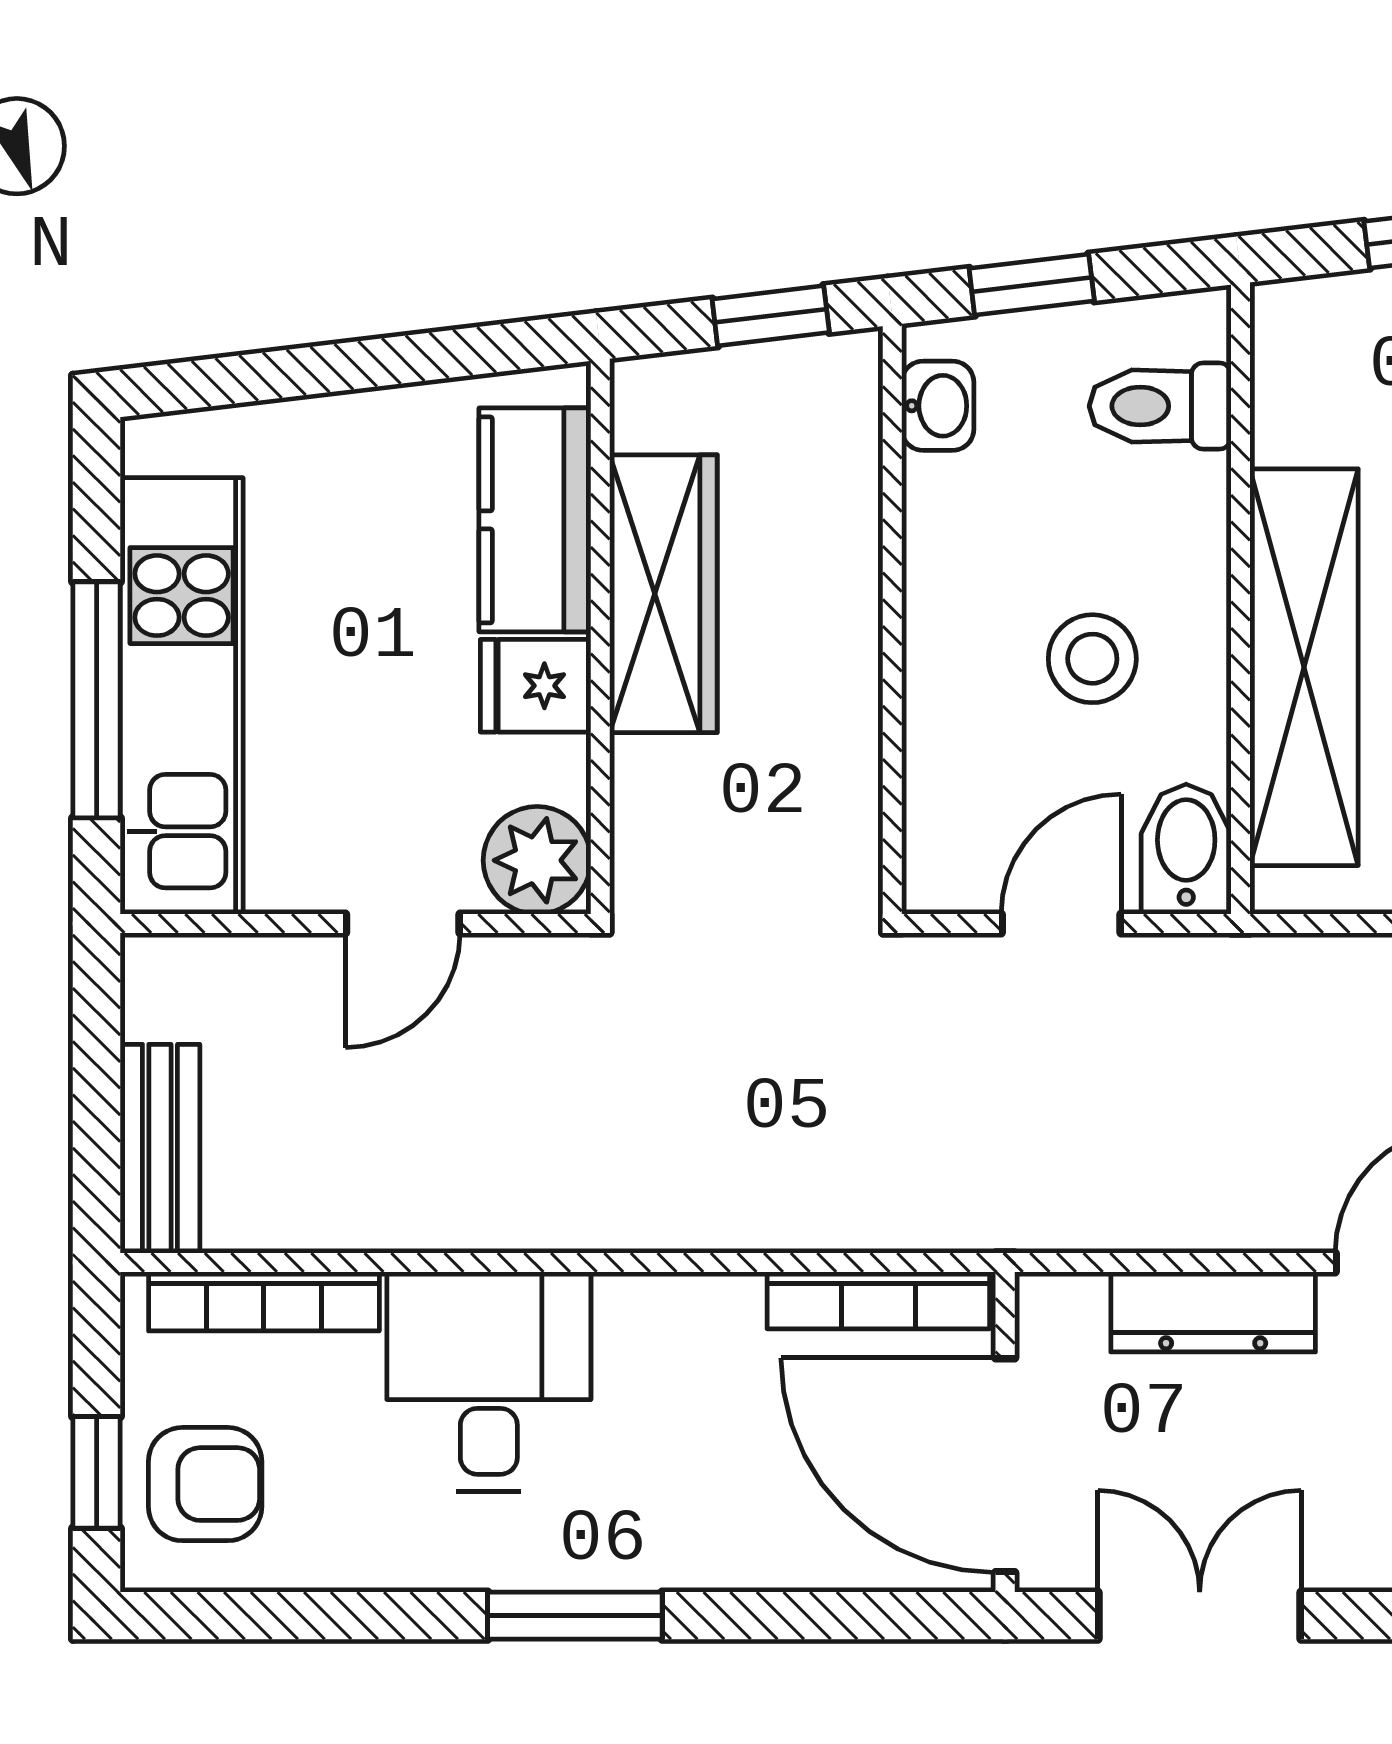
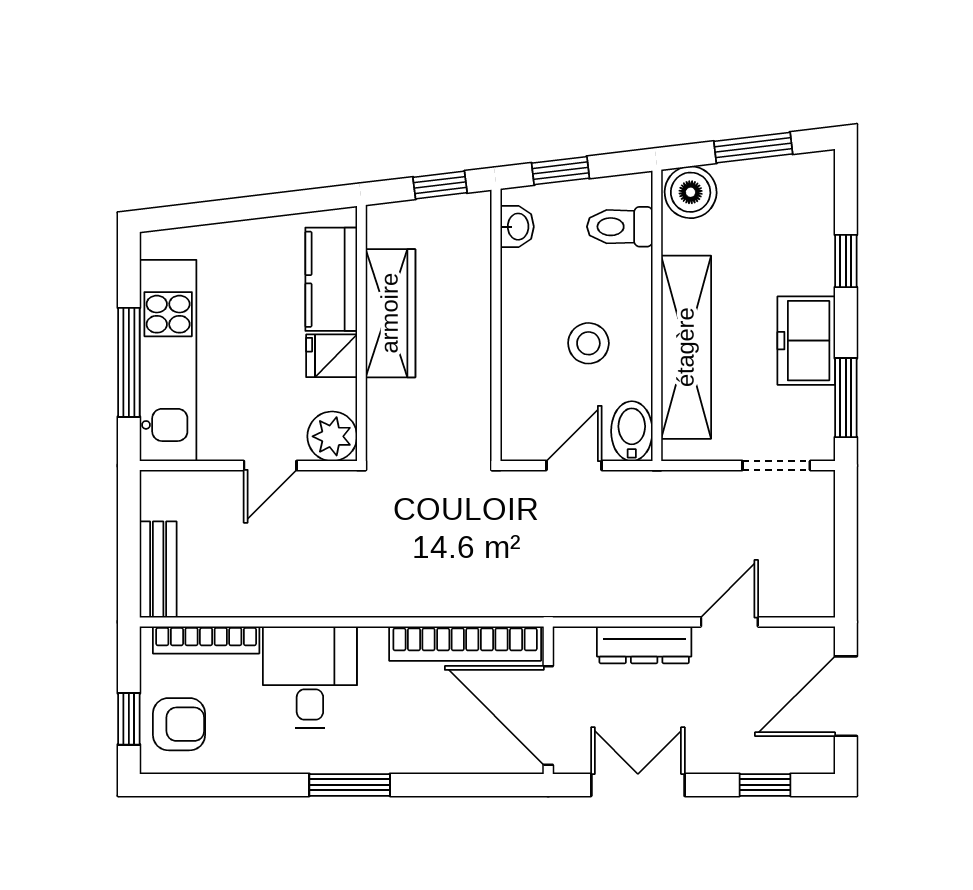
boiler: (1314, 331) -> (691, 192), added
bookcase: (878, 1300) -> (465, 644), width x1.48, depth x1.31

